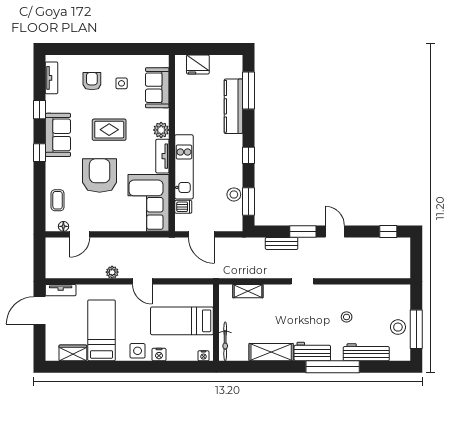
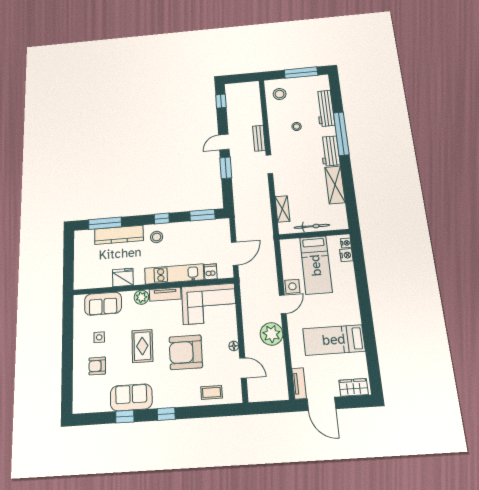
fridge: (198, 64) -> (123, 277), moved, turned -90
tv unit: (51, 78) -> (94, 406), removed
sofa: (58, 135) -> (131, 397), moved
stool: (234, 194) -> (157, 237), moved
floor lamp: (63, 226) -> (234, 346), moved
bench: (282, 243) -> (259, 138), moved
plant: (112, 272) -> (272, 334), width x1.88, depth x1.88
stool: (398, 327) -> (280, 94), moved
bicycle: (225, 341) -> (312, 226), moved
side table: (138, 351) -> (292, 286), moved
wardrobe: (73, 353) -> (354, 387), moved, turned 90
nightstand: (159, 355) -> (346, 255), moved

